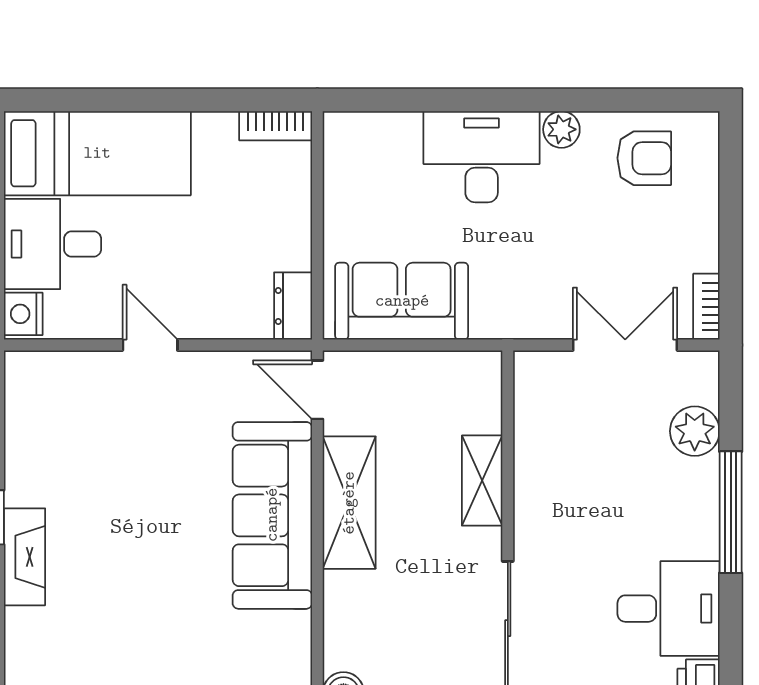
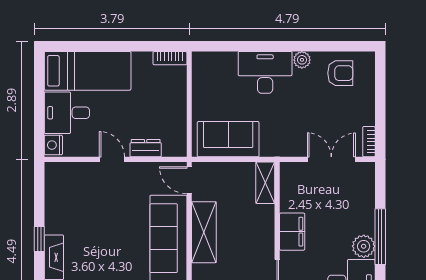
dresser: (293, 306) -> (146, 148), moved, turned 90
plant: (695, 431) -> (364, 246), moved
shelving: (482, 481) -> (265, 183), moved
filing cabinet: (540, 501) -> (292, 232), added

